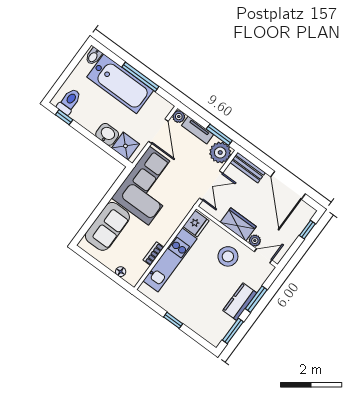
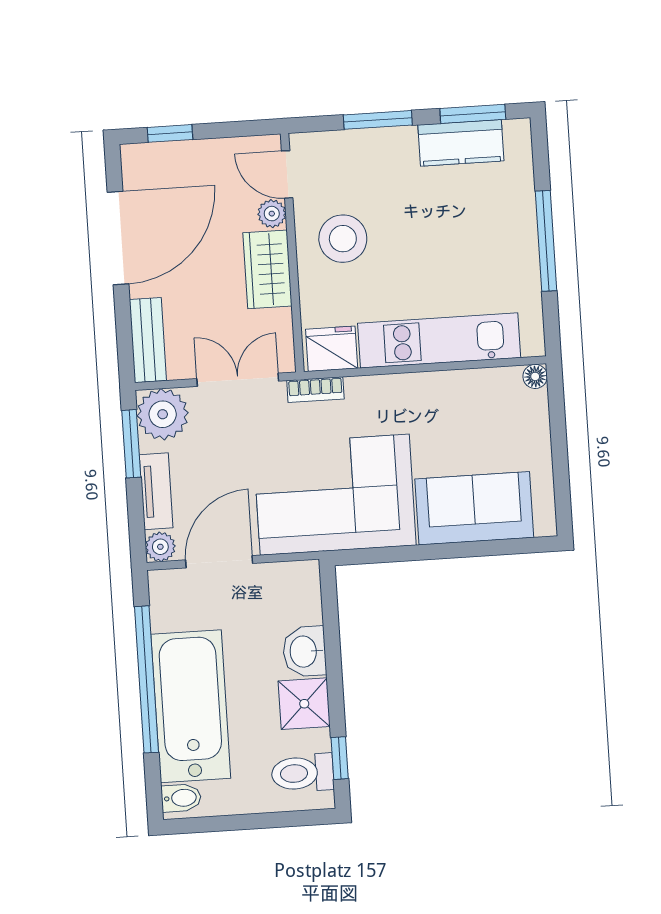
window: (140, 77) -> (146, 679), width x1.46
shower: (125, 146) -> (304, 704), moved
bookcase: (153, 254) -> (315, 390), moved
floor lamp: (121, 272) -> (535, 376), moved
kitchen counter: (240, 302) -> (461, 143), moved
window: (173, 320) -> (546, 241), width x2.17

